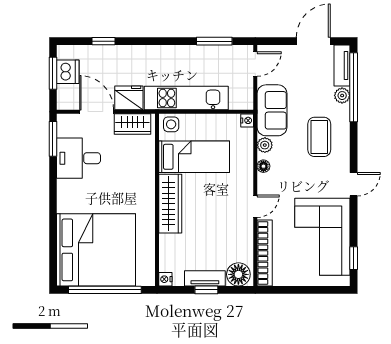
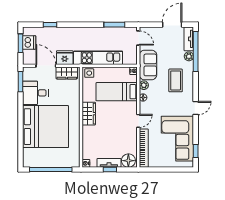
door: (255, 64) -> (138, 38), hinge flipped
bed: (194, 157) -> (117, 92), moved, turned 180
wardrobe: (170, 204) -> (89, 114), width x0.67
bed: (96, 250) -> (46, 127), moved

